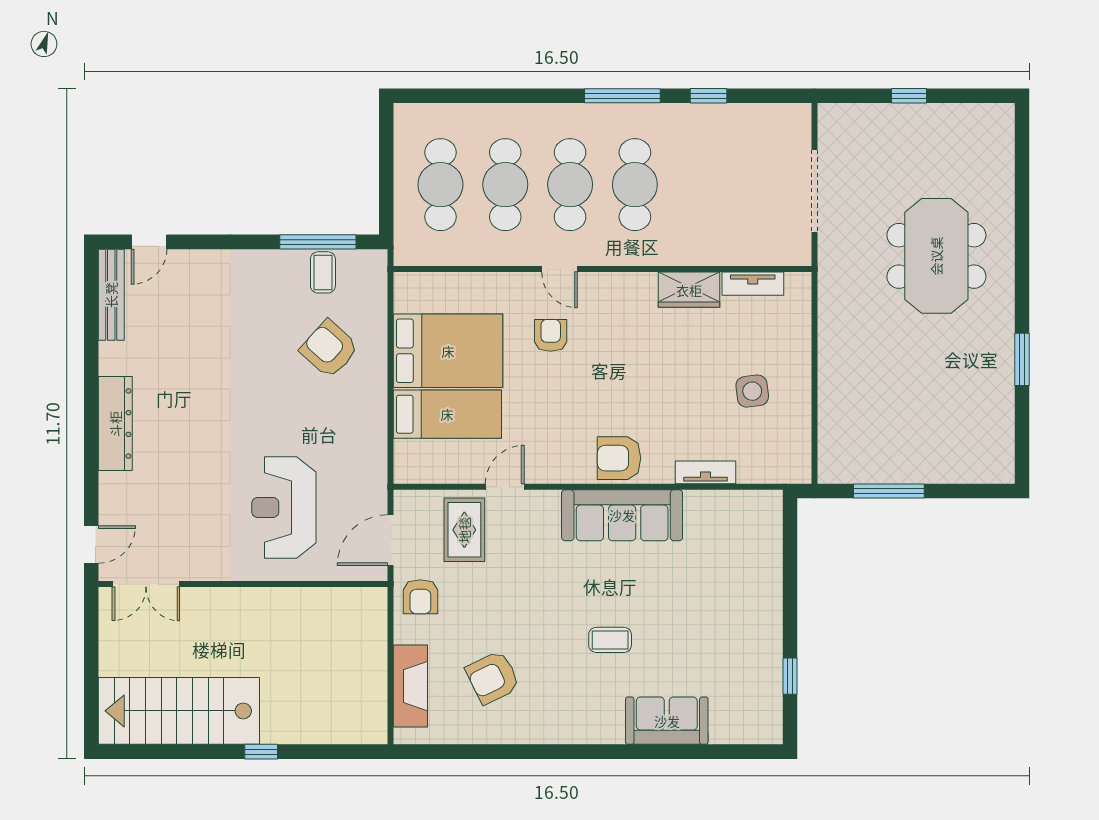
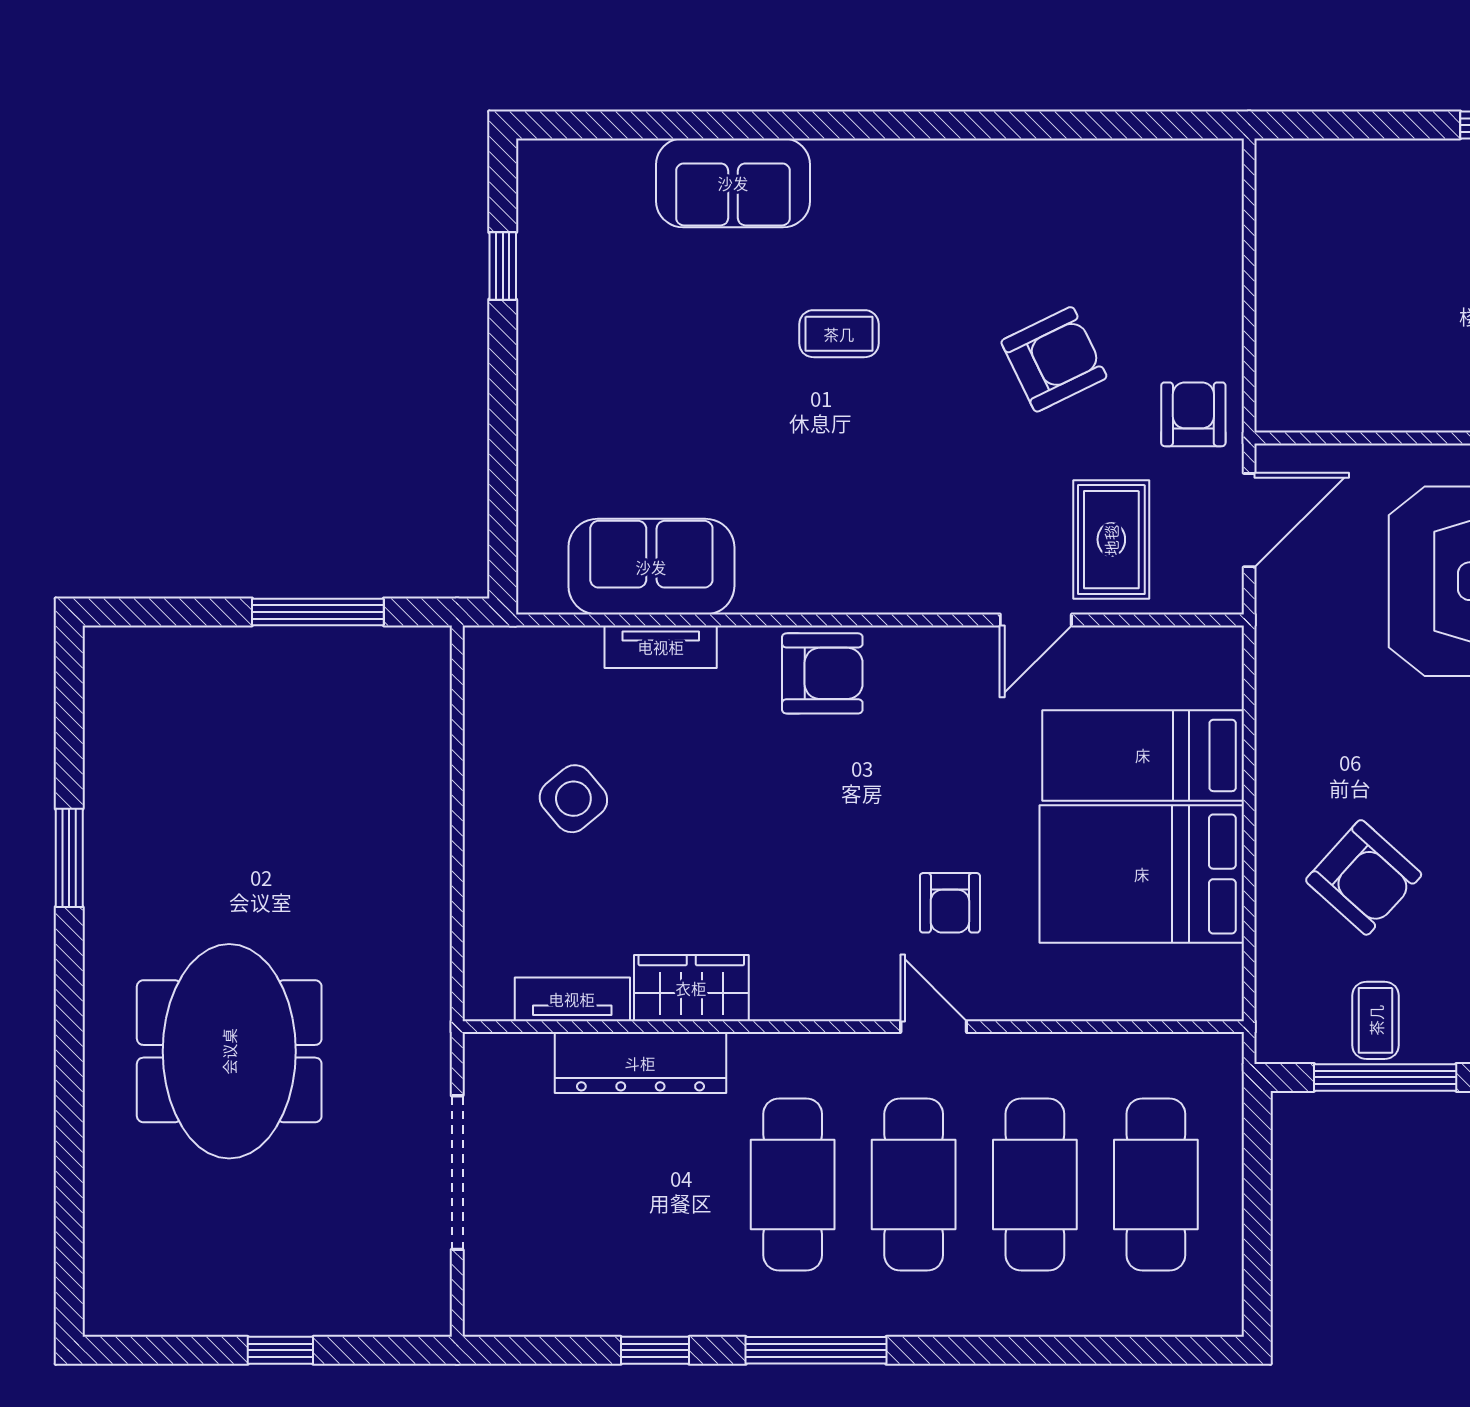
dresser: (716, 250) -> (640, 1063), added
side table: (752, 391) -> (573, 799), turned -33
sofa: (622, 515) -> (651, 567), moved, width x0.73
armchair: (493, 677) -> (1054, 359), moved
fireplace: (410, 686) -> (1212, 248), removed

